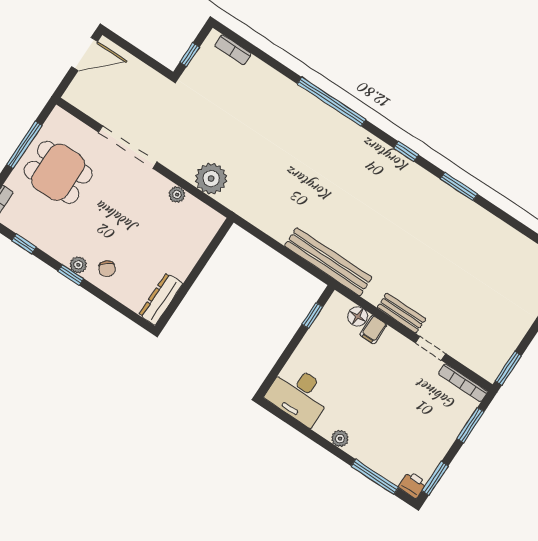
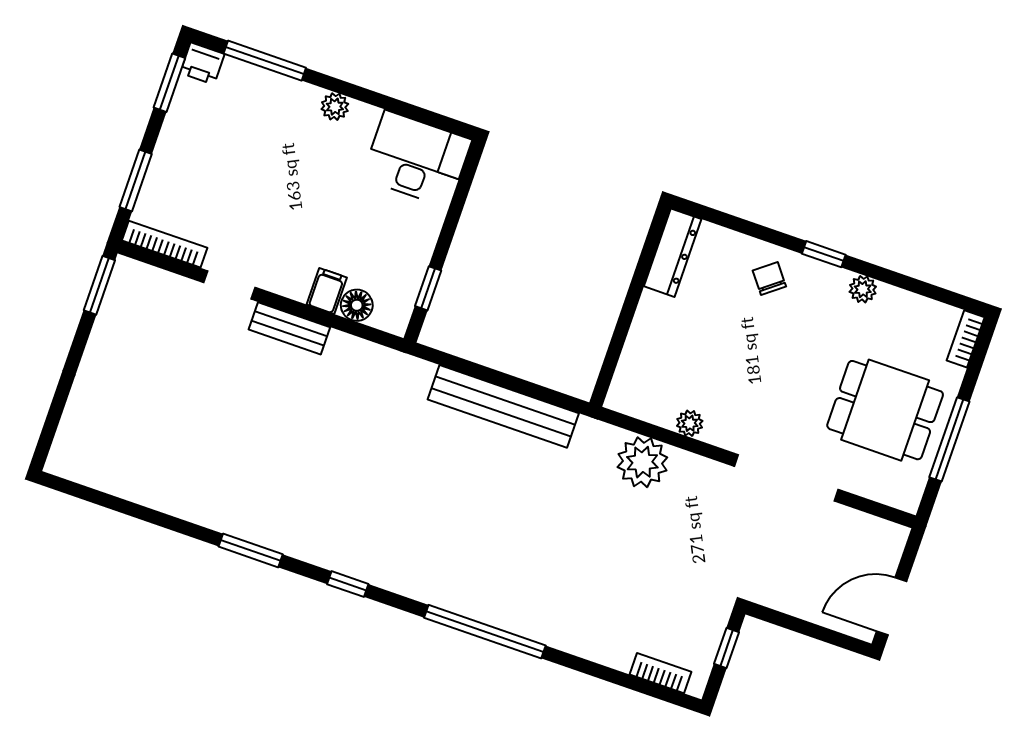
window: (24, 244) -> (910, 284), removed
bench: (328, 262) -> (503, 406), moved
plant: (78, 265) -> (863, 289), moved

